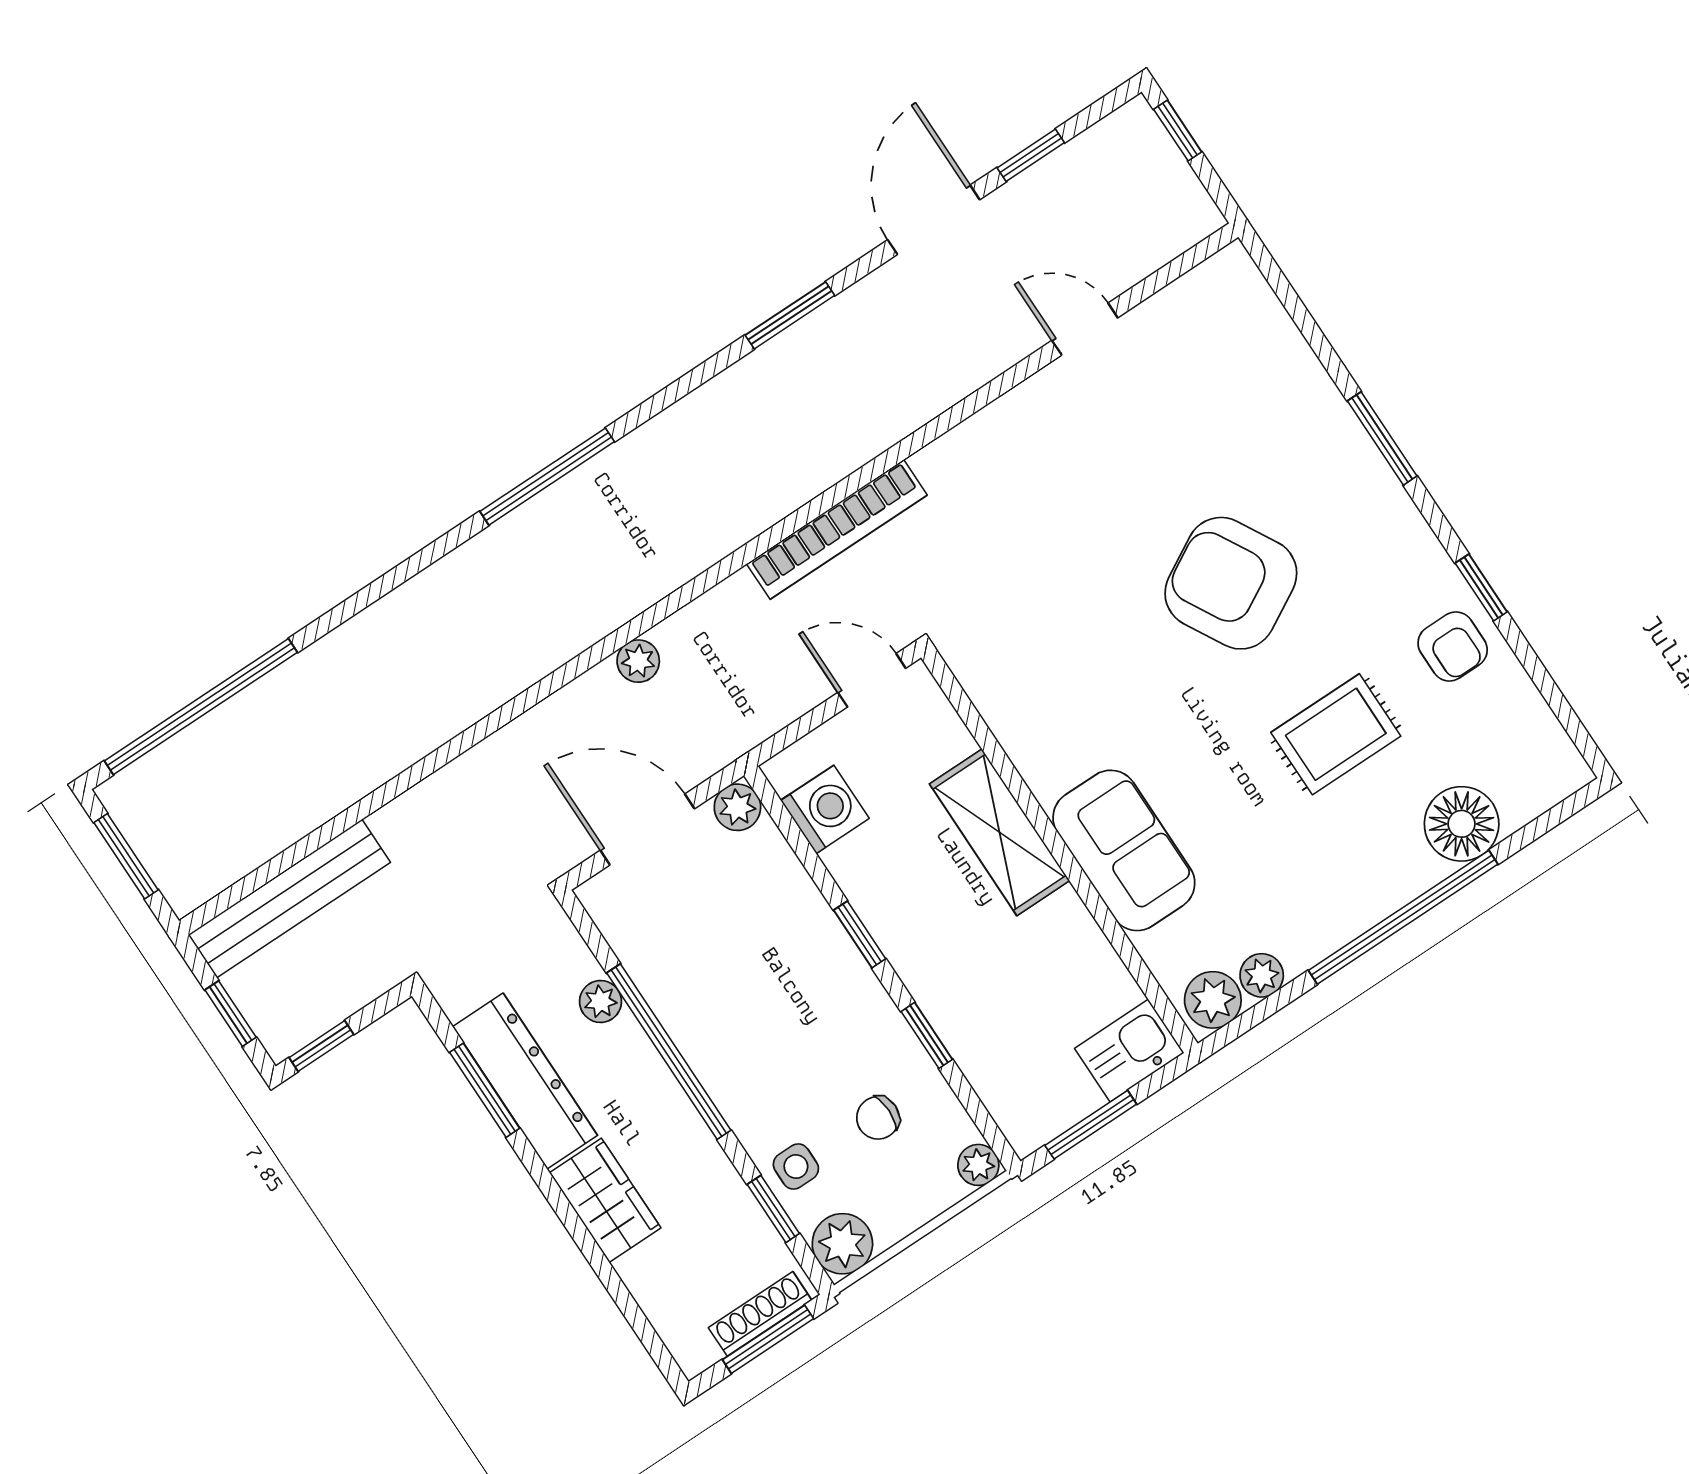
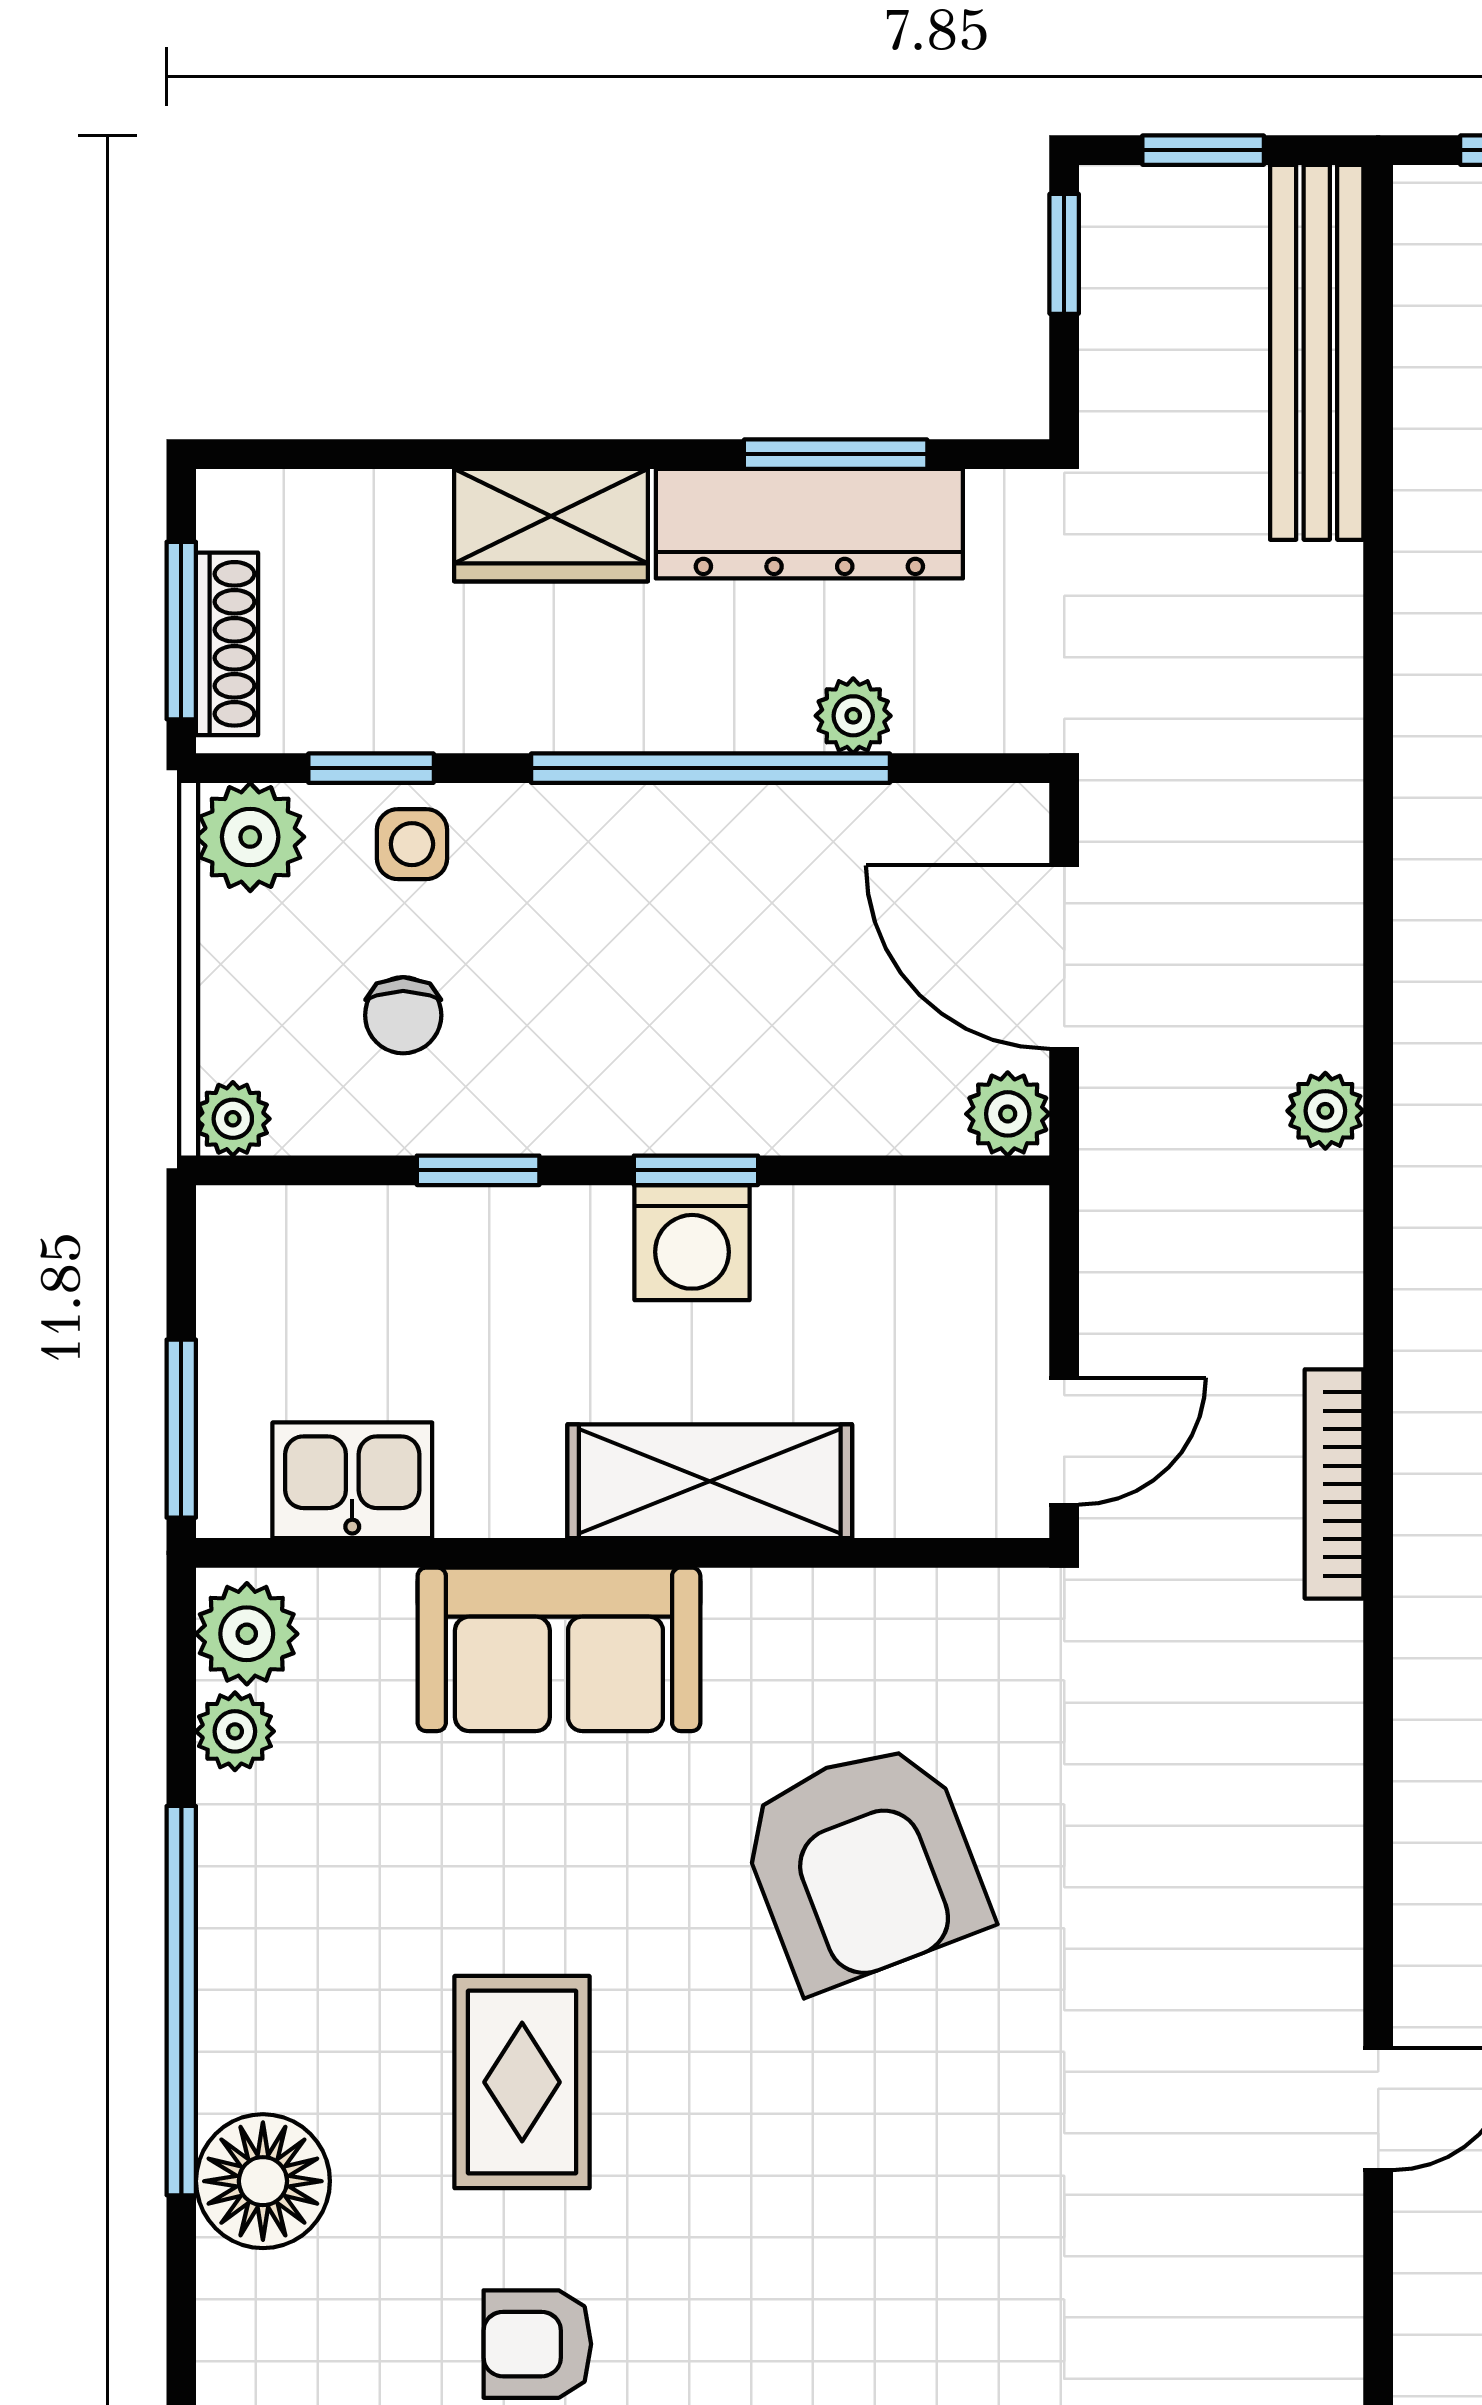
bookcase: (837, 529) -> (1334, 1484), width x0.68, depth x0.76
armchair: (1231, 583) -> (864, 1865), moved, turned 98
washing machine: (825, 809) -> (692, 1243), moved
door: (647, 829) -> (1064, 957), swing flipped
kitchen sink: (1129, 1051) -> (352, 1480), moved, turned -90
chair: (878, 1118) -> (403, 1015), turned 180
window: (1091, 1125) -> (181, 1429), moved

